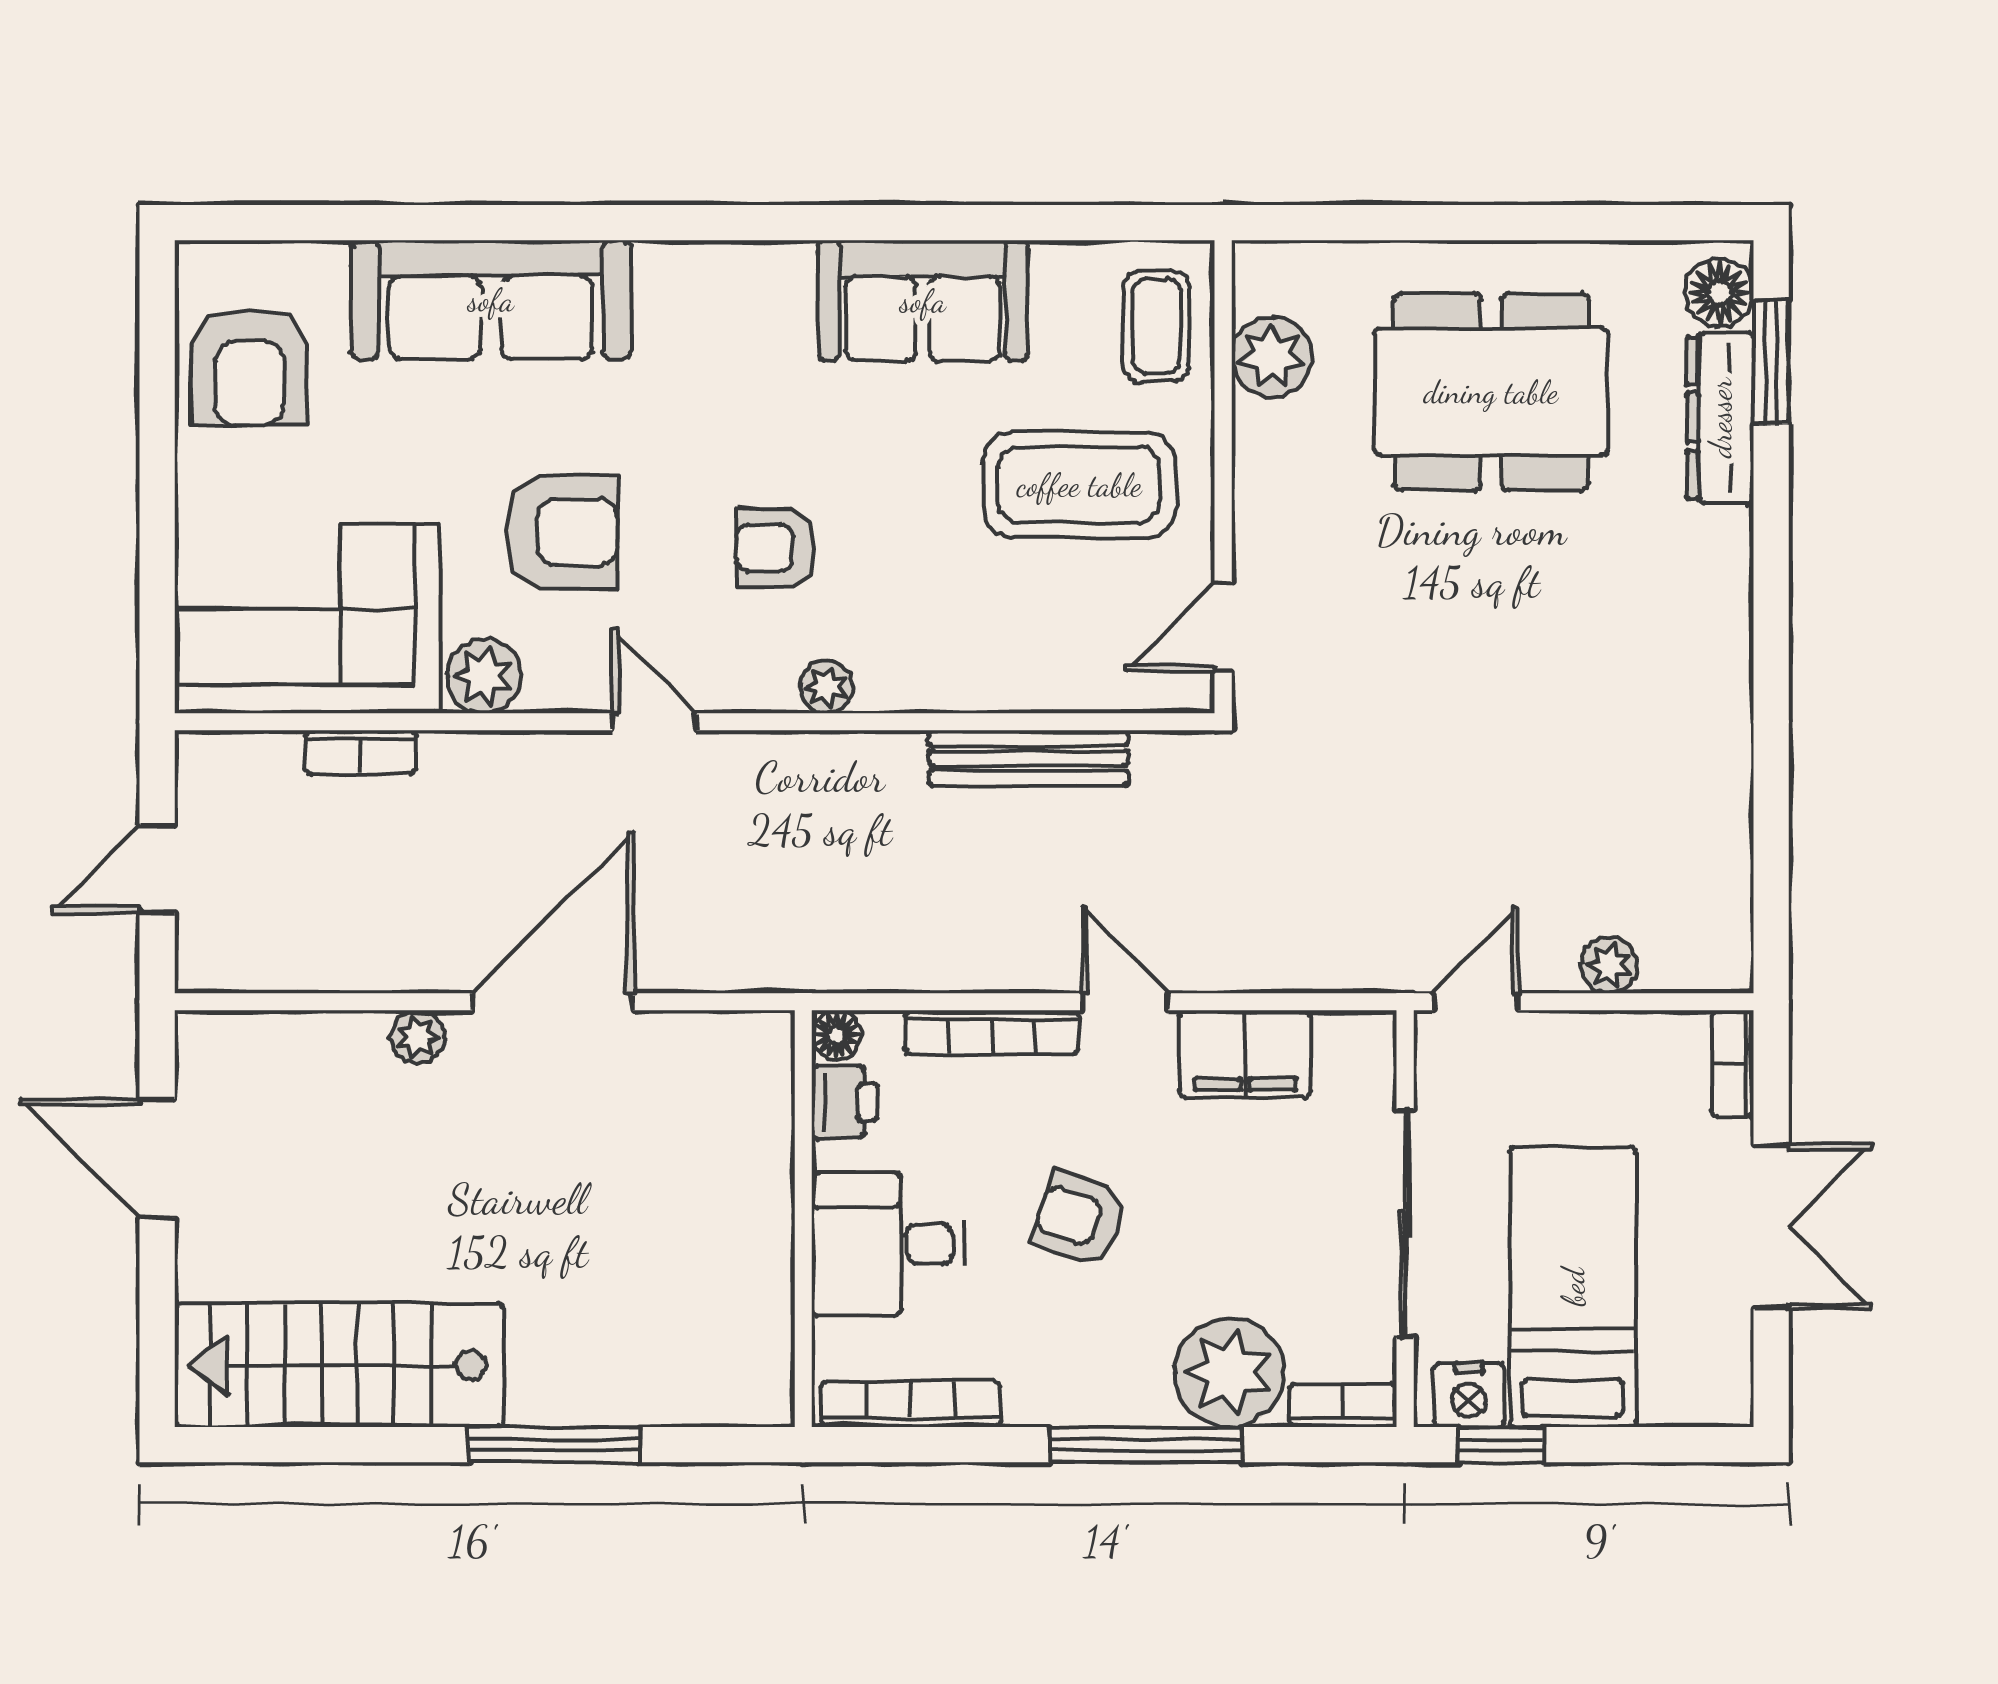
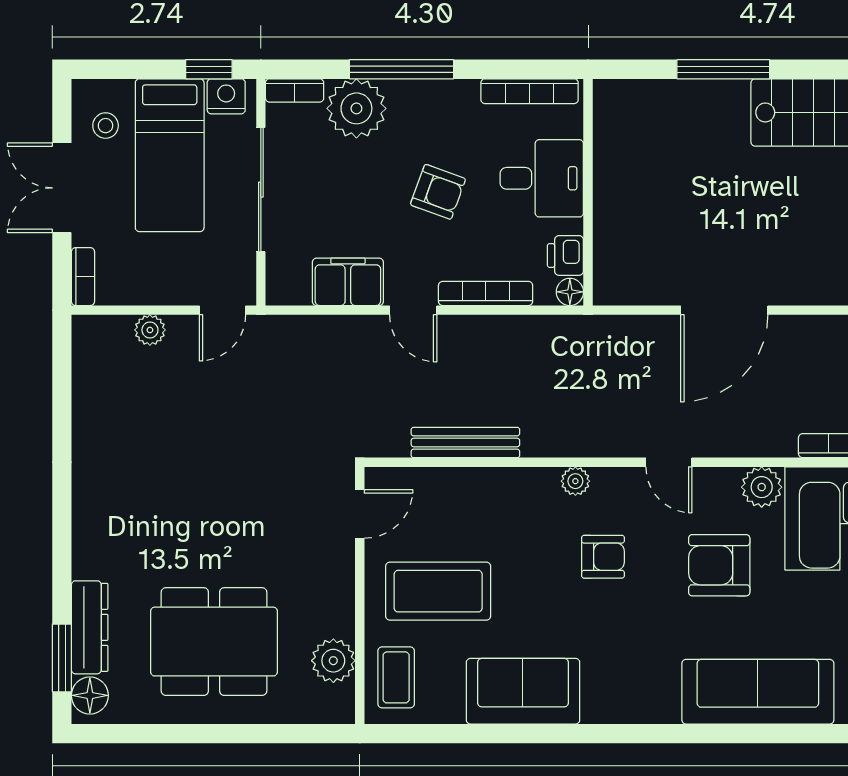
plant: (417, 1037) -> (798, 291), removed
stool: (1691, 1341) -> (106, 126), added

